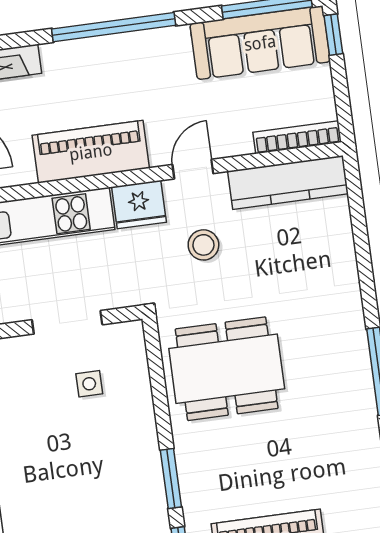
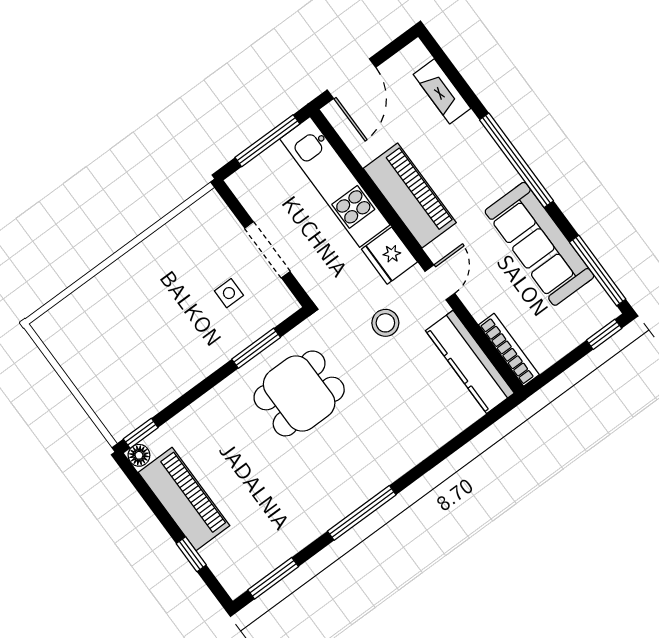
sofa: (260, 43) -> (539, 244), moved
door: (193, 169) -> (440, 282), hinge flipped
dining table: (227, 369) -> (299, 393), width x0.73
window: (171, 478) -> (256, 348), moved

